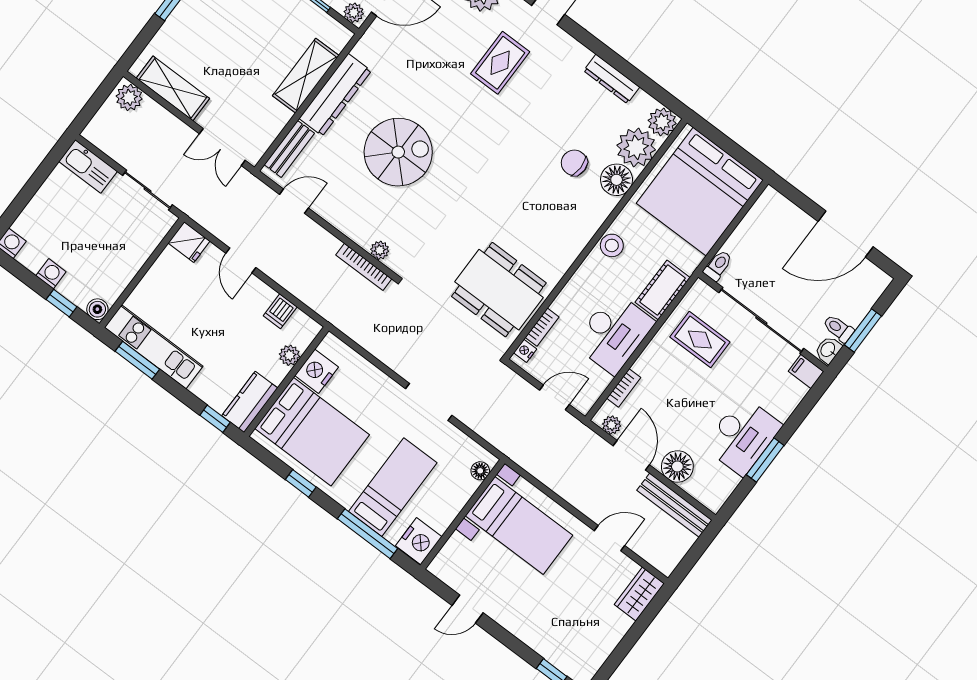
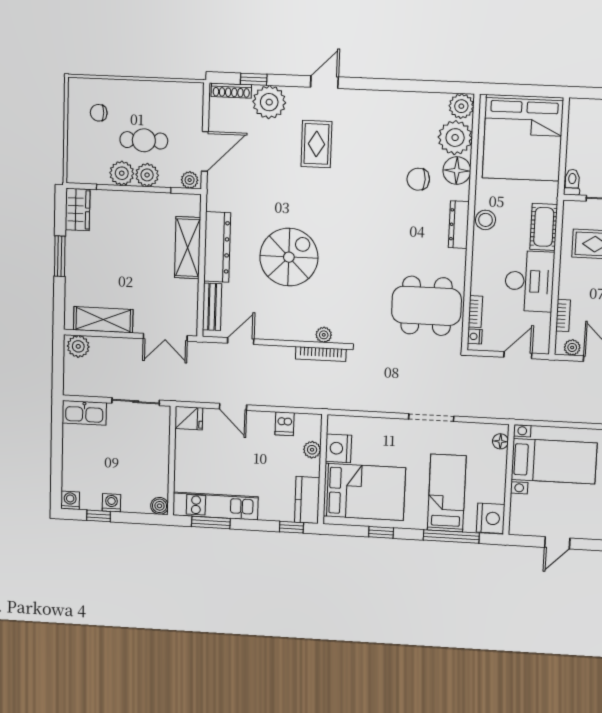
dresser: (612, 79) -> (459, 225), moved, turned 90
window: (62, 303) -> (99, 516), moved

